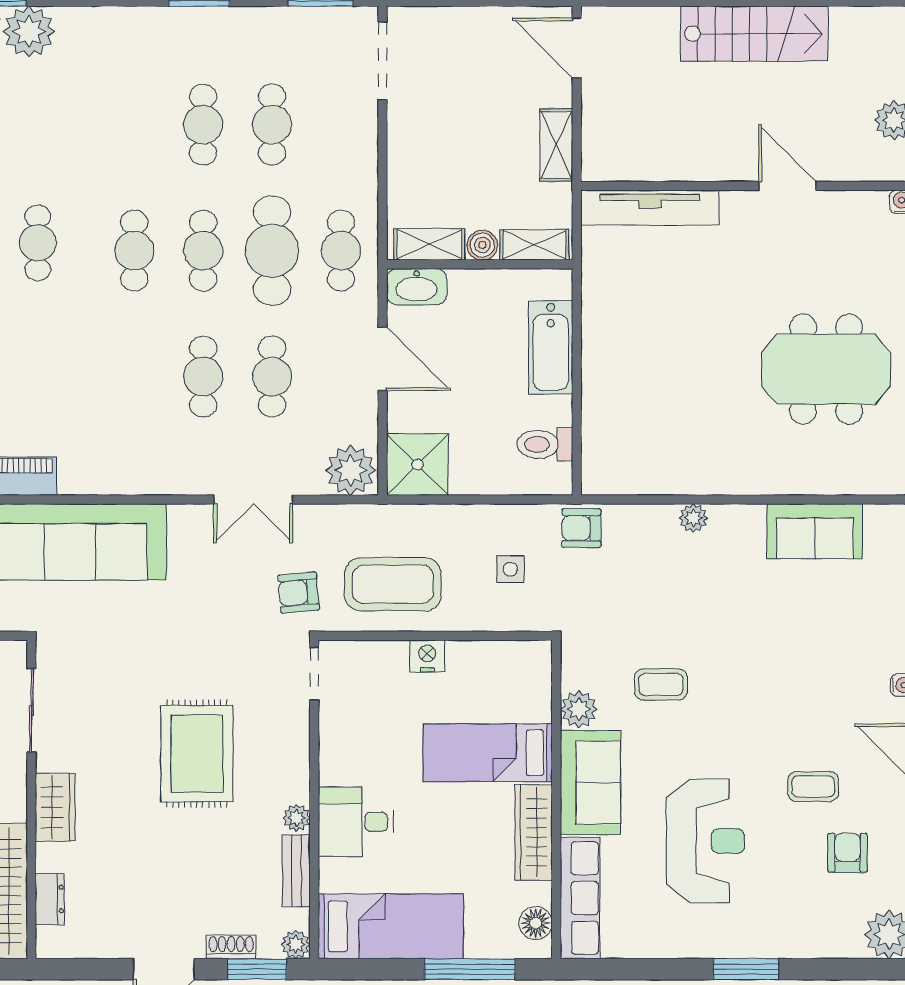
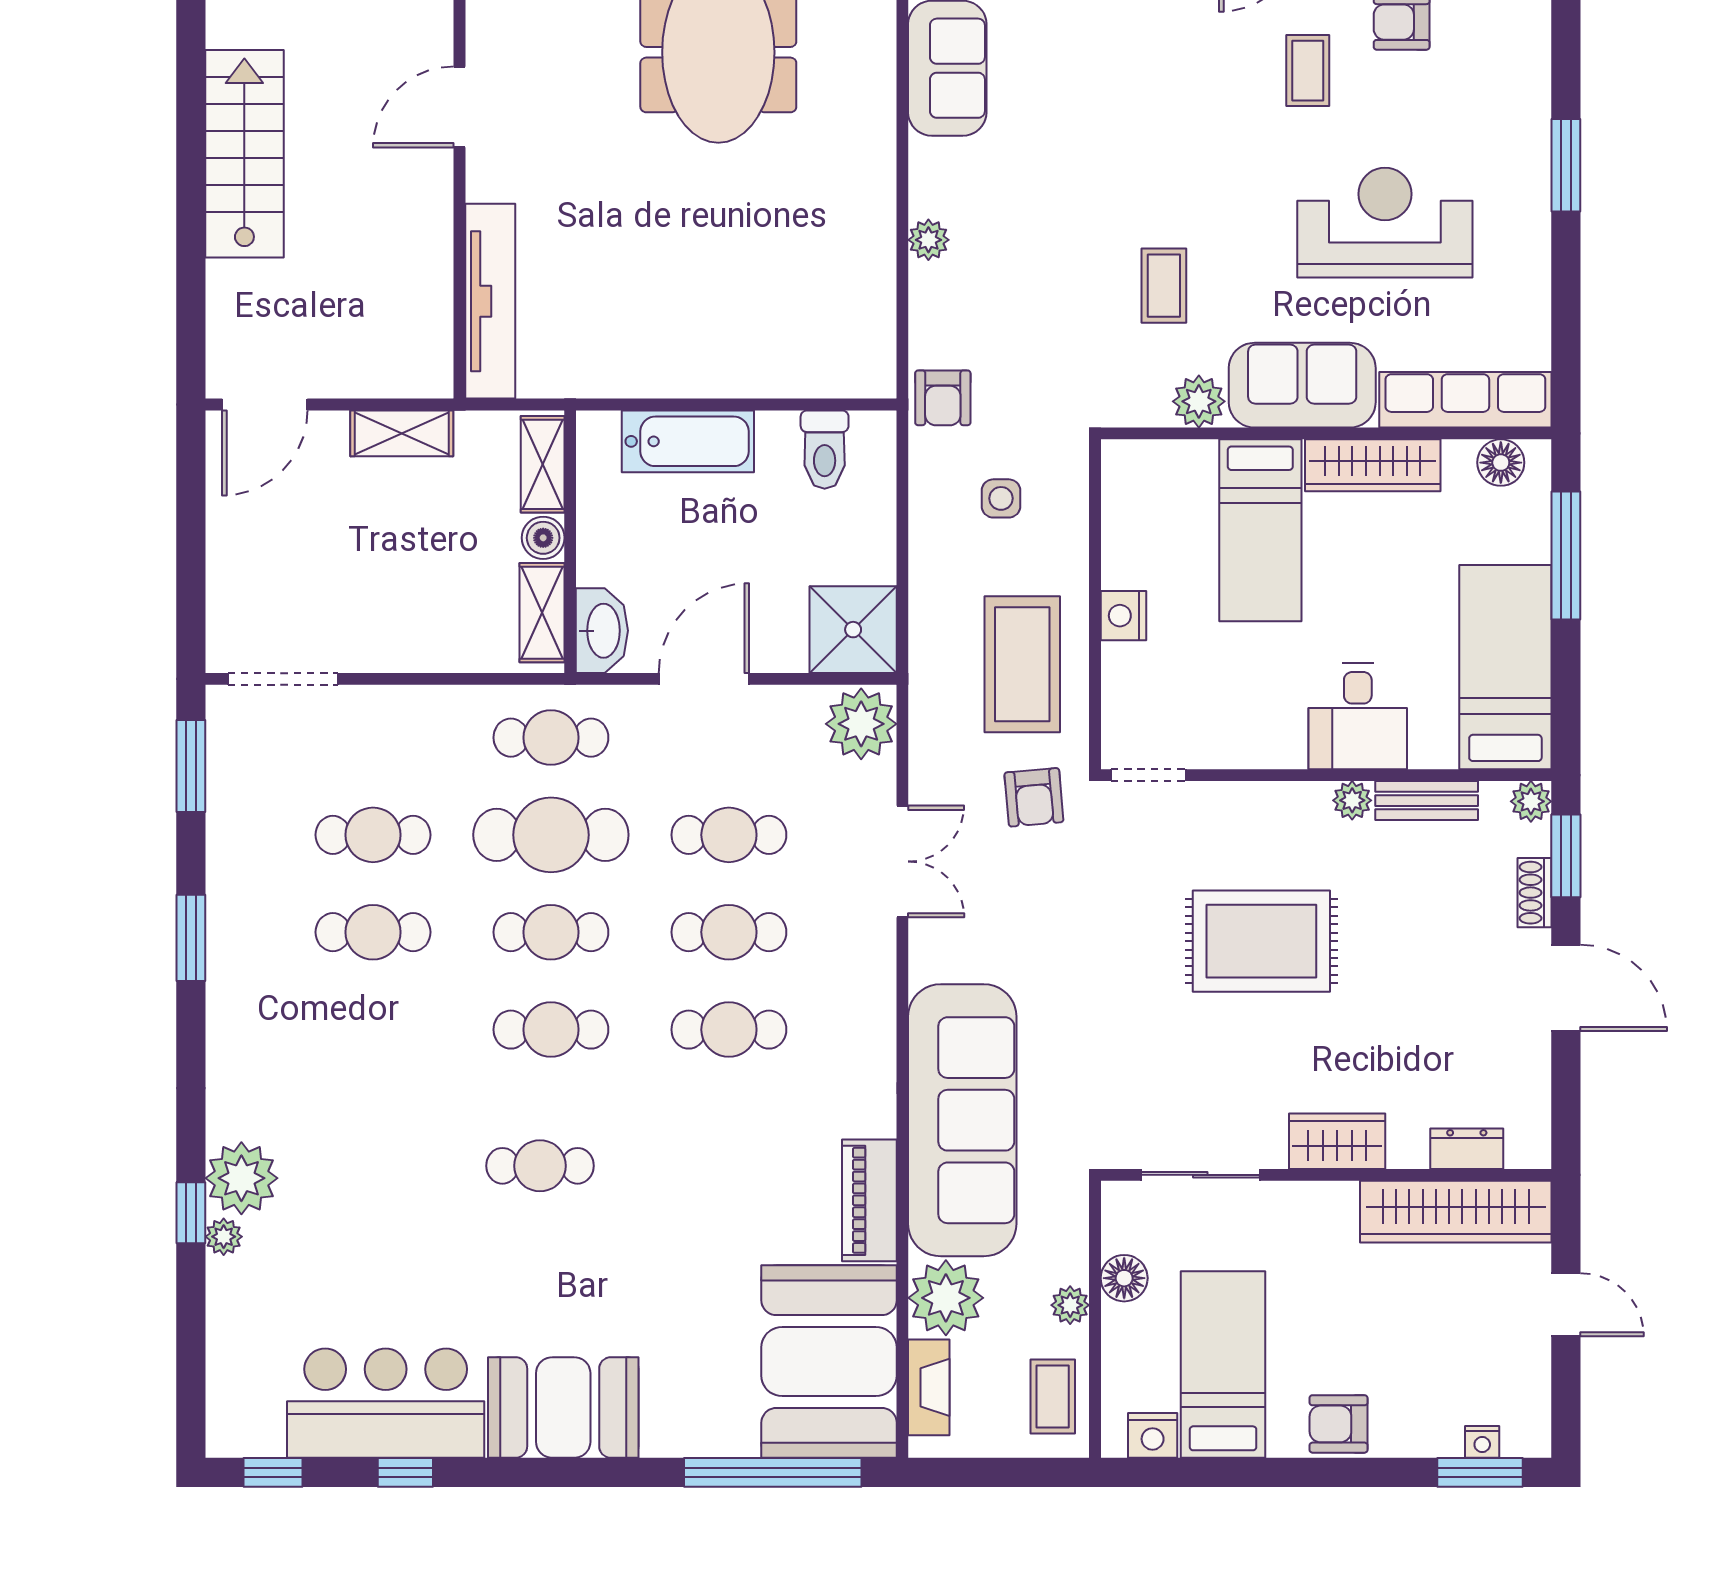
cafe table: (134, 377) -> (729, 1030), added

